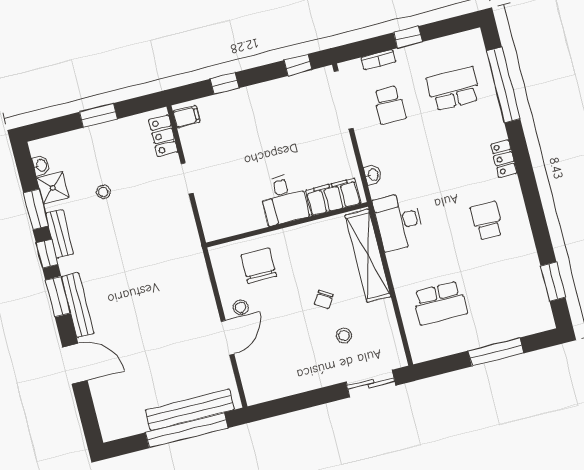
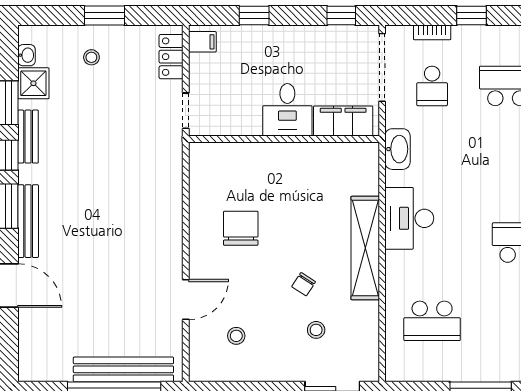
washbasin: (373, 175) -> (398, 149), width x1.91, depth x1.45
stool: (103, 192) -> (91, 57), moved
filing cabinet: (333, 197) -> (343, 121), moved
desk: (284, 199) -> (287, 110), moved
wall: (287, 225) -> (284, 139), moved
stool: (241, 307) -> (236, 336), moved

